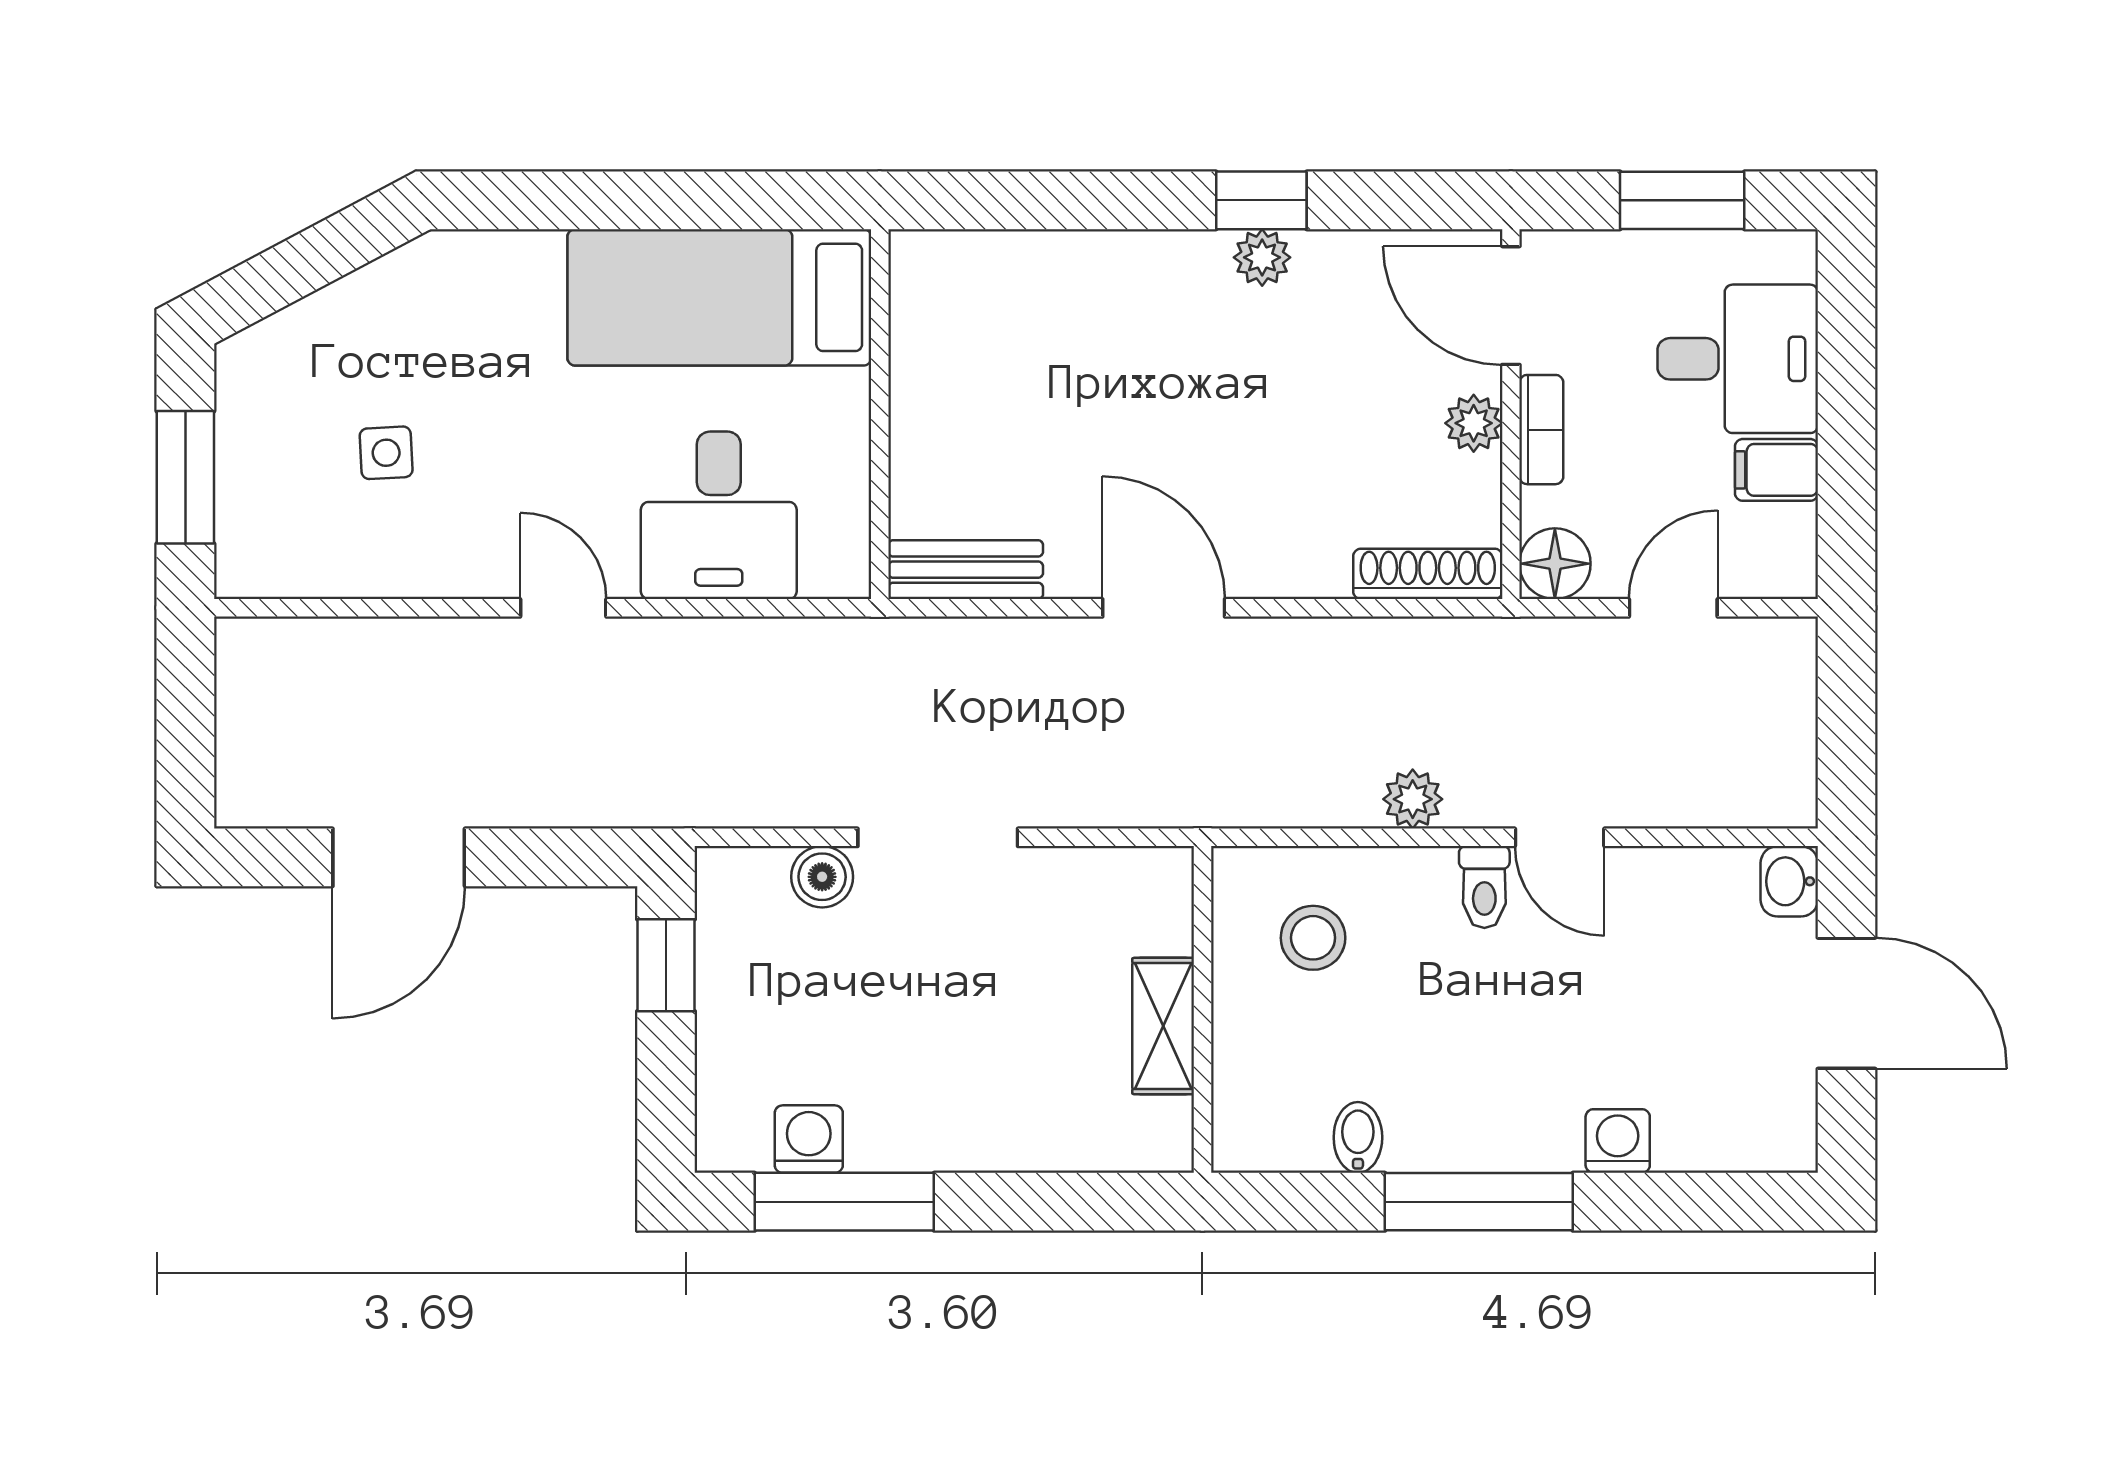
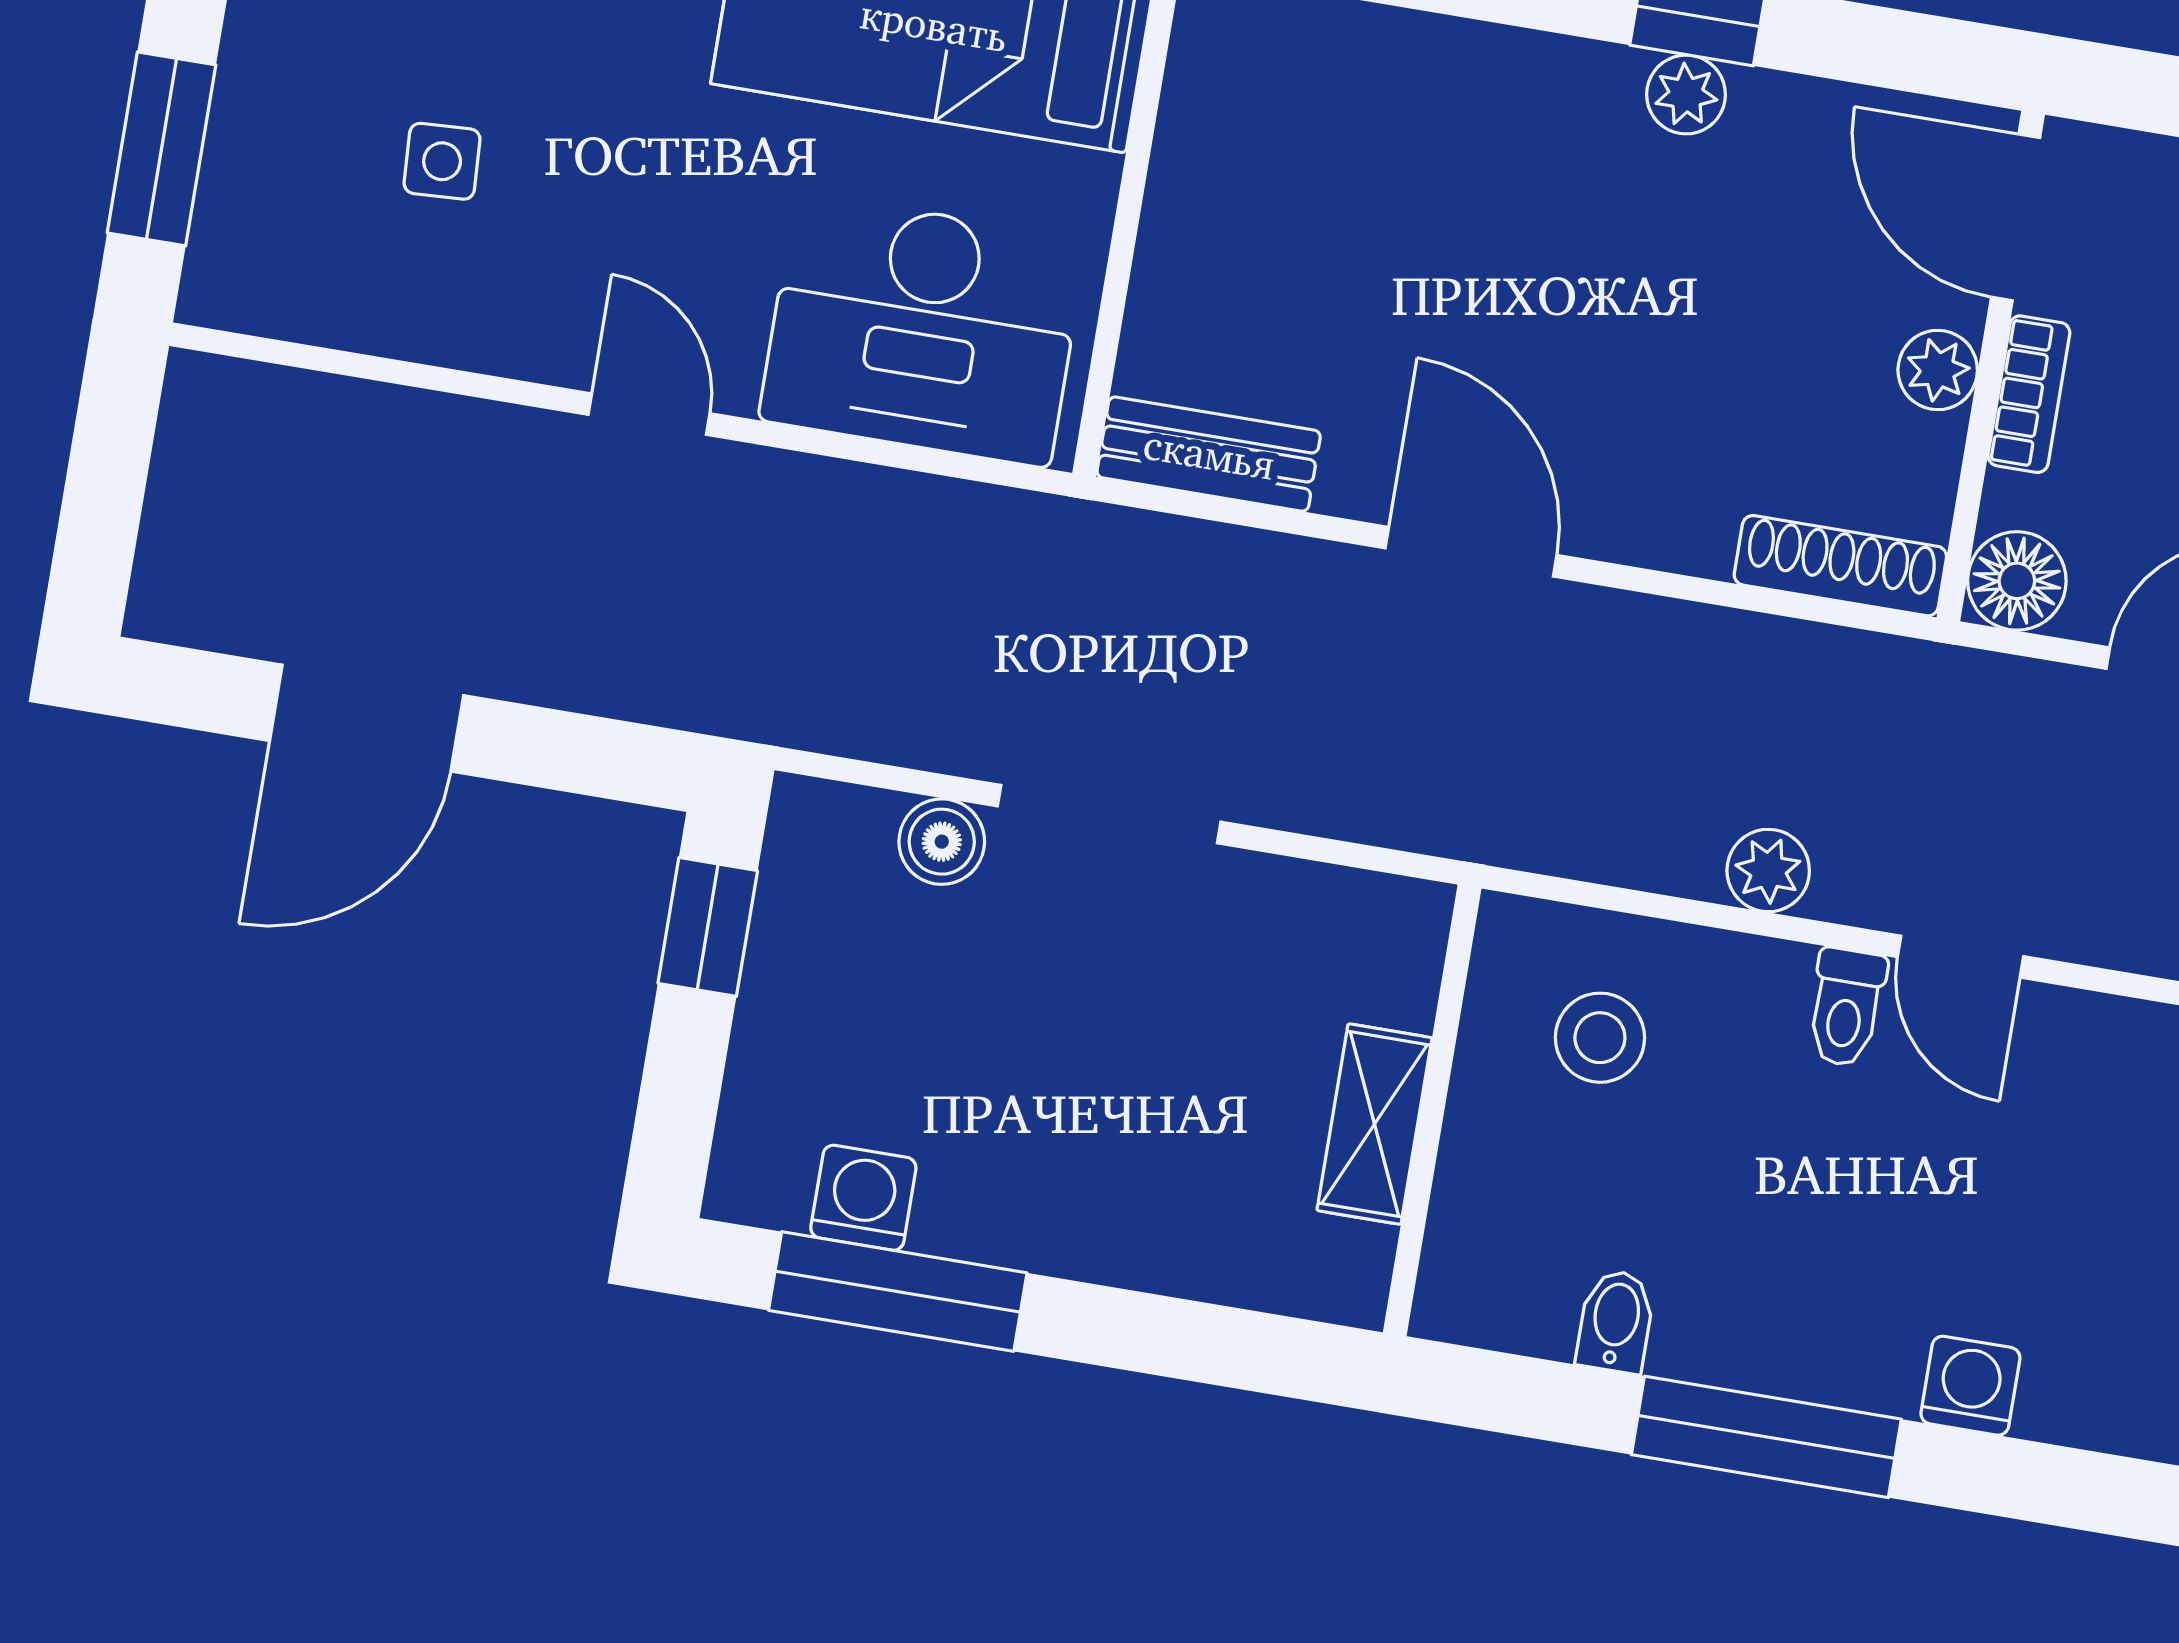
desk: (719, 515) -> (923, 330), width x1.37

